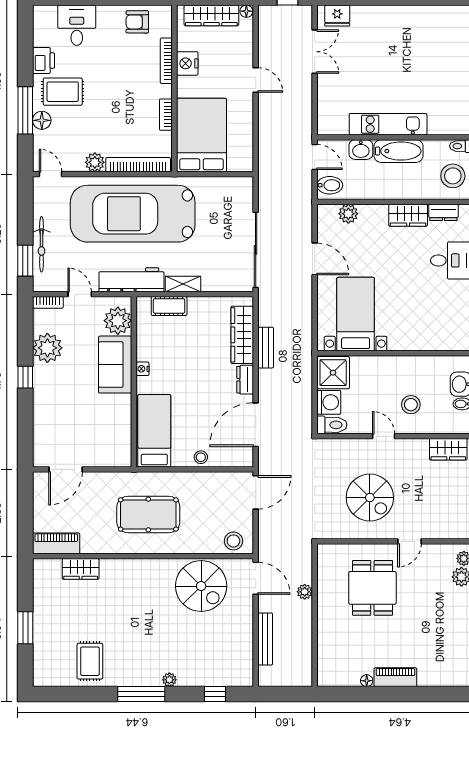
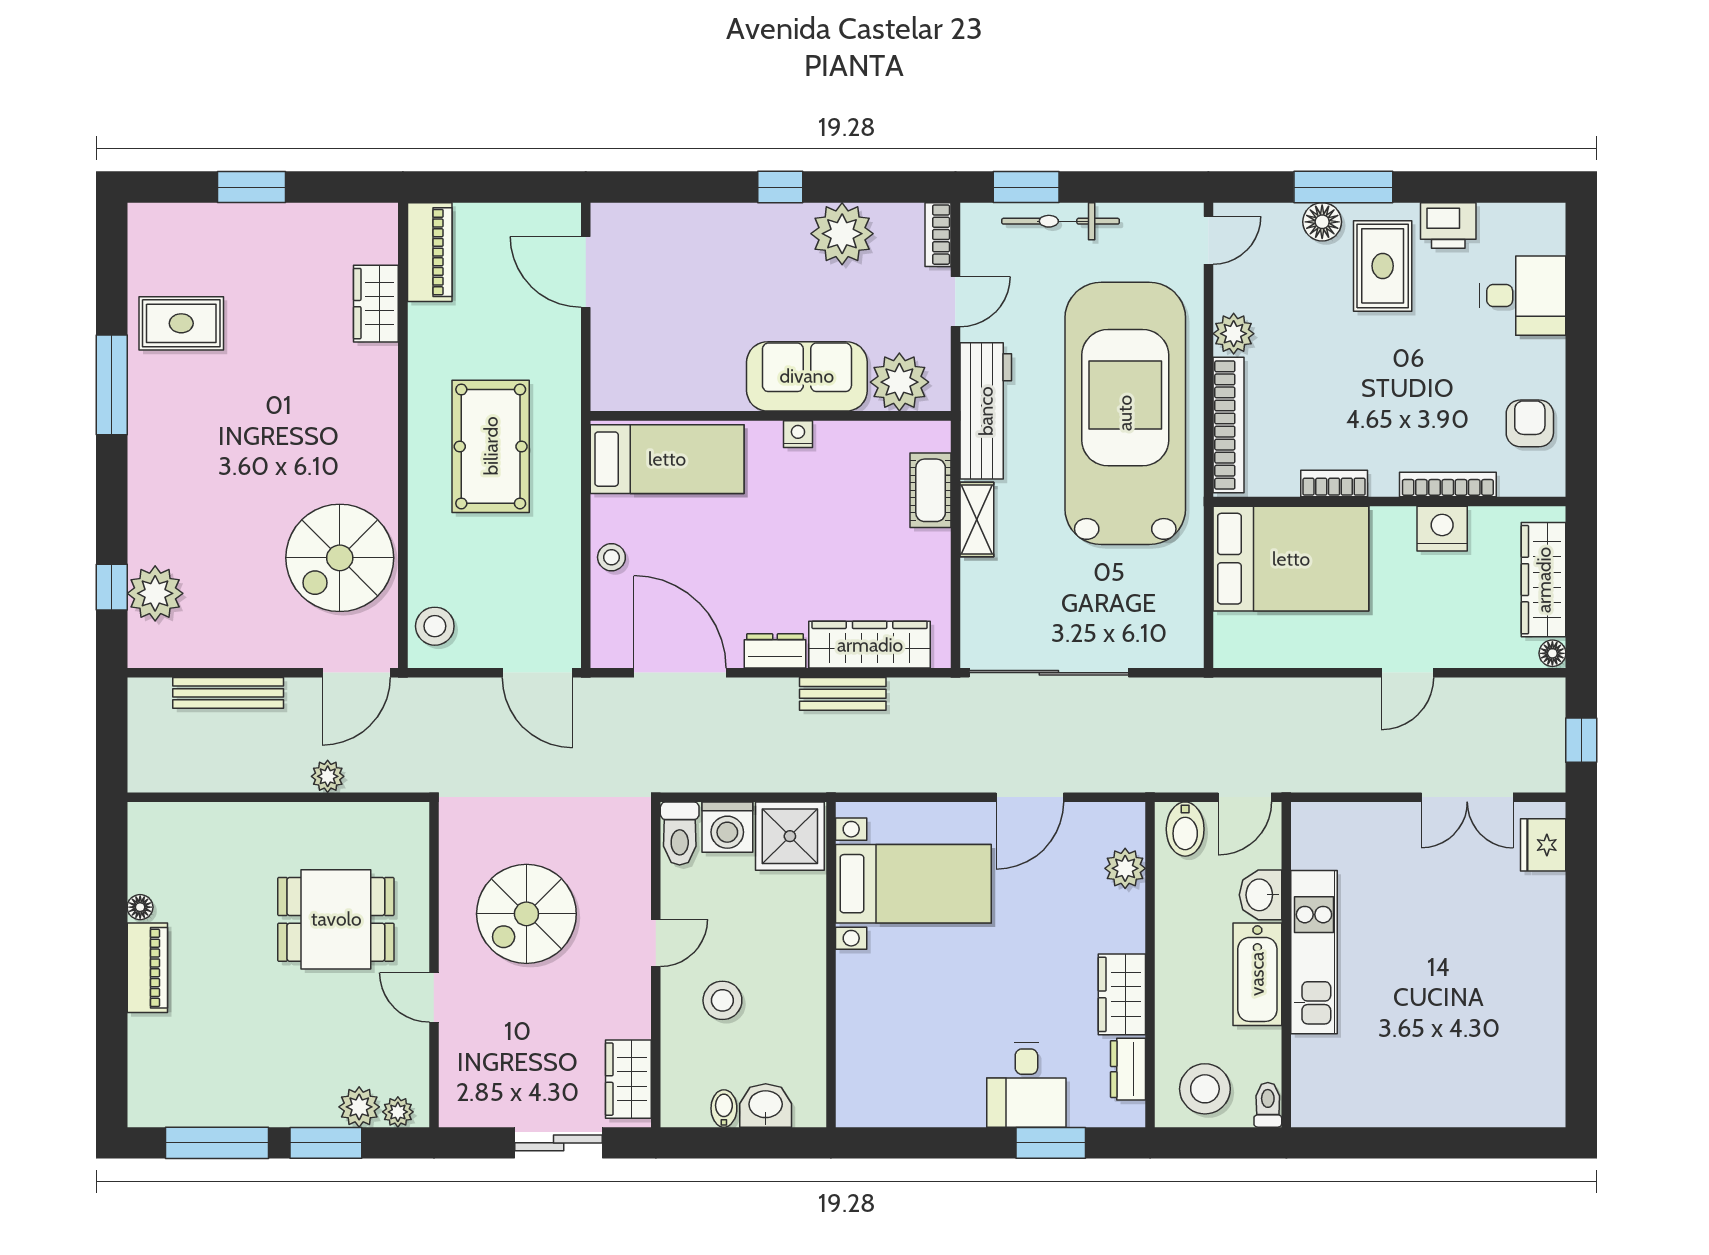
plant: (169, 680) -> (155, 593), moved, width x1.87, depth x1.87
window: (141, 694) -> (112, 385), moved

